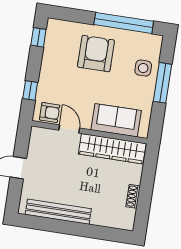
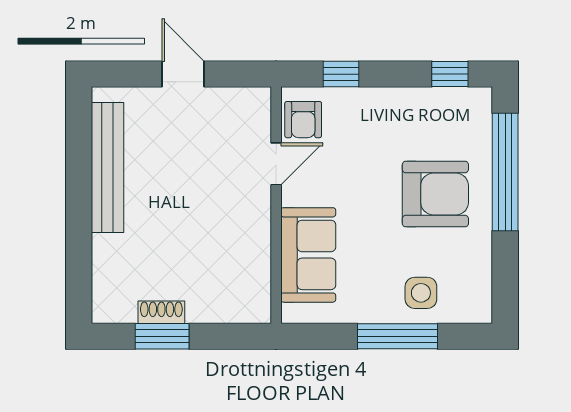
window: (124, 23) -> (505, 172), moved
wardrobe: (112, 149) -> (250, 256), removed
window: (145, 198) -> (162, 336), added

